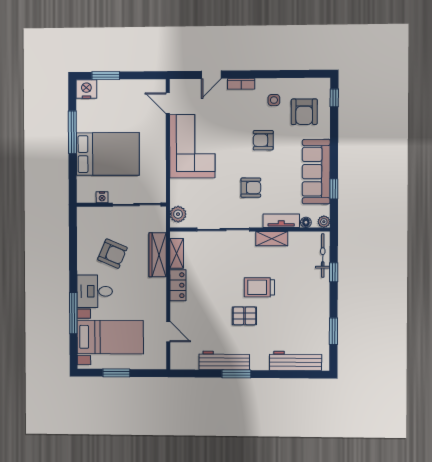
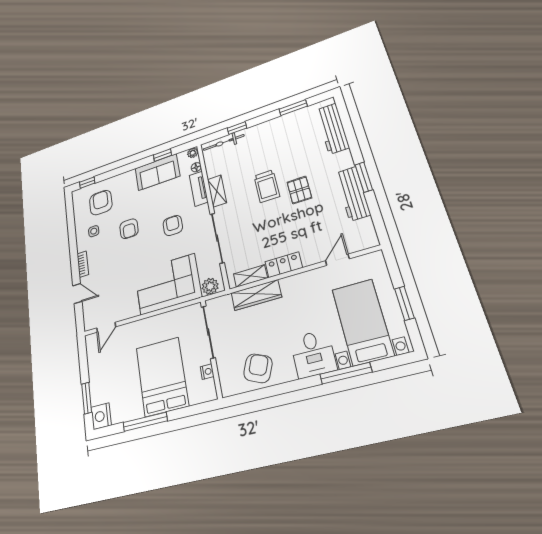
armchair: (304, 112) -> (101, 203), turned -90
corner sofa: (192, 146) -> (168, 284), moved
sofa: (316, 172) -> (157, 172), width x0.73
armchair: (112, 254) -> (258, 368), moved

